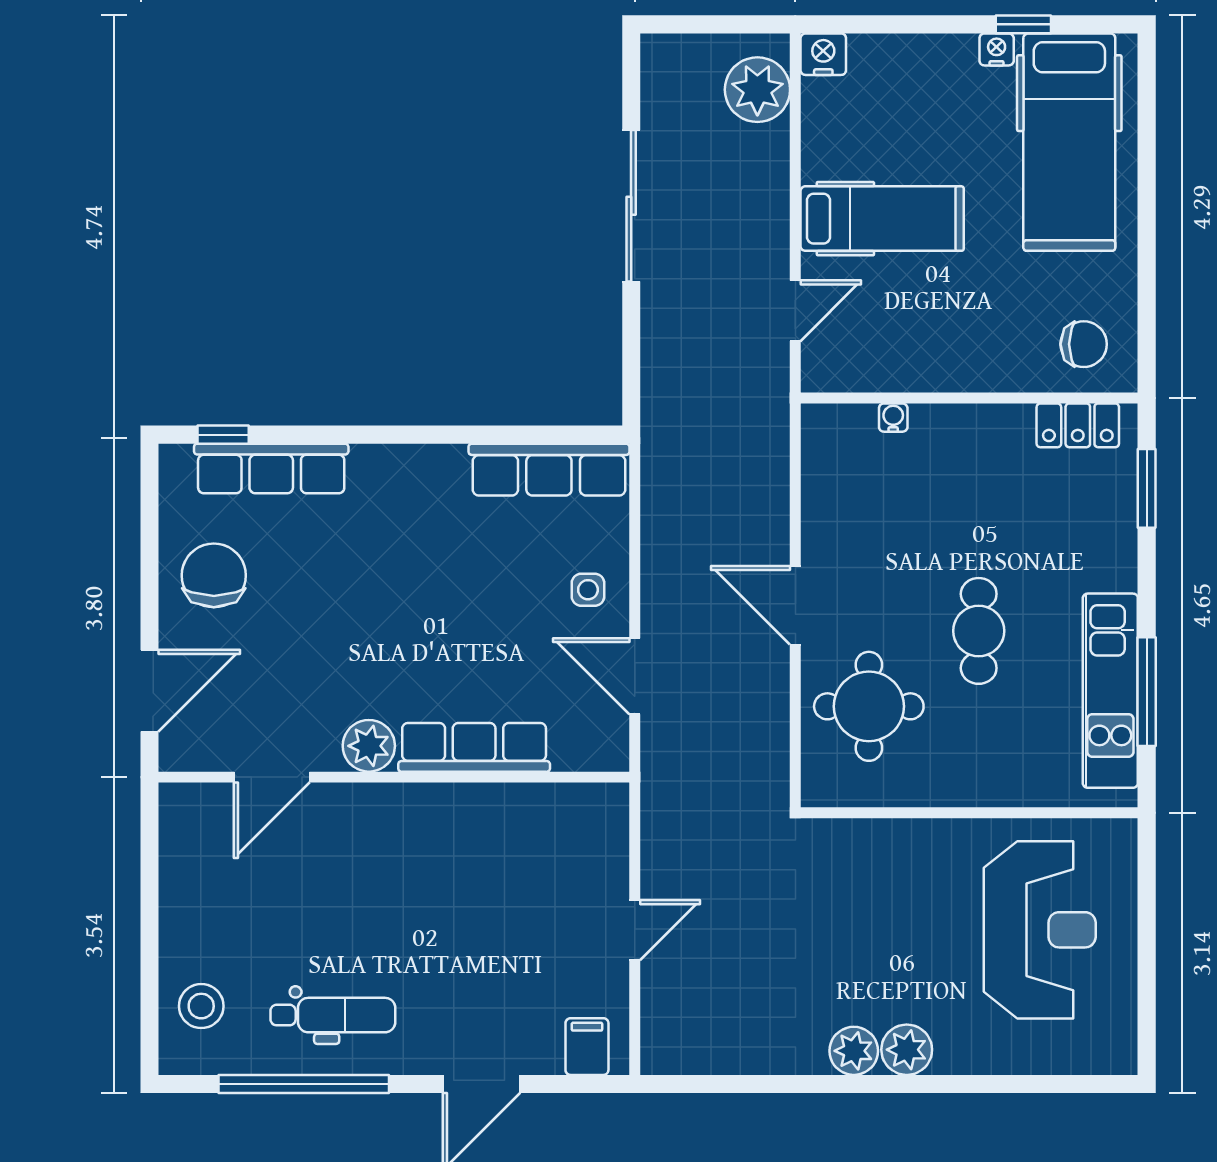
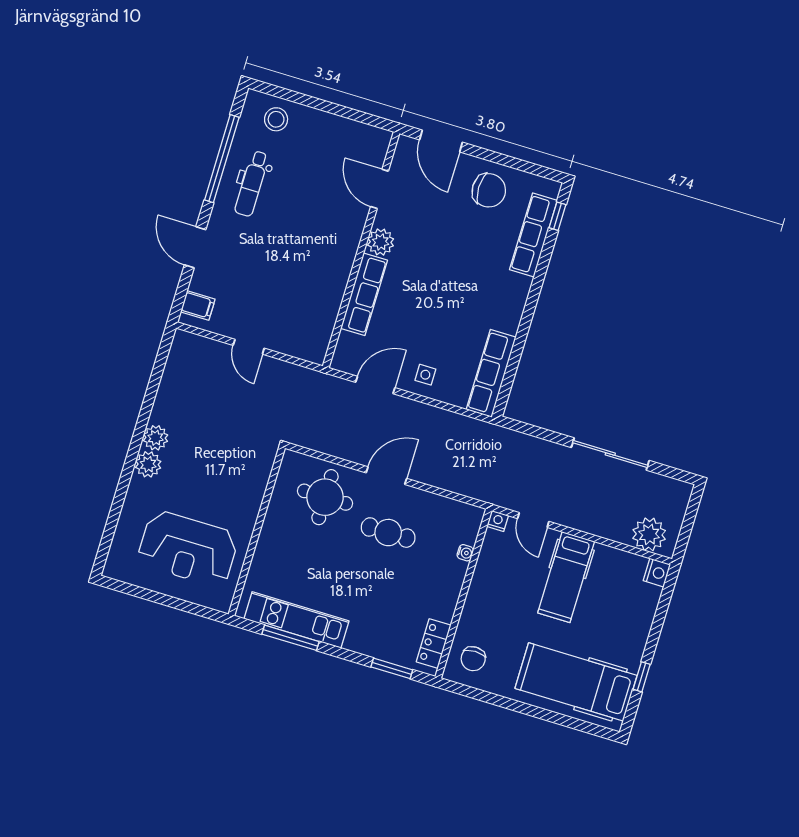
nightstand: (997, 49) -> (498, 521), moved, turned -90
cafe table: (979, 631) -> (388, 533), moved

